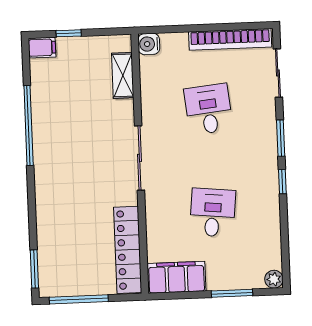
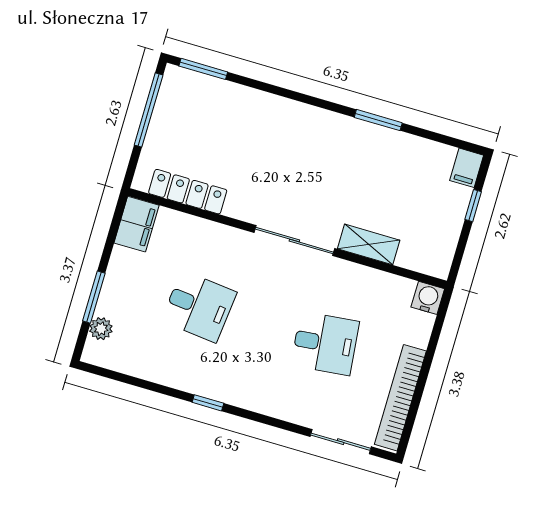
shelving: (123, 75) -> (369, 244), moved
window: (29, 126) -> (378, 120), width x0.47
window: (281, 138) -> (261, 418), removed
locker: (128, 250) -> (188, 192), width x0.71, depth x0.83
filing cabinet: (176, 277) -> (136, 224), width x0.67, depth x0.86
plant: (274, 279) -> (101, 329), moved

